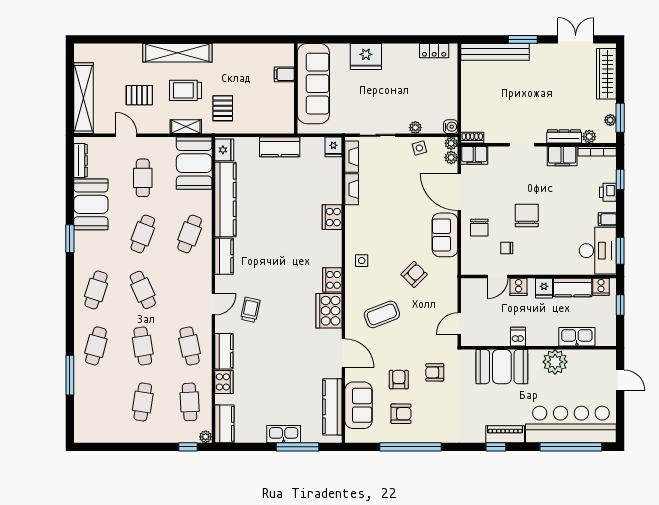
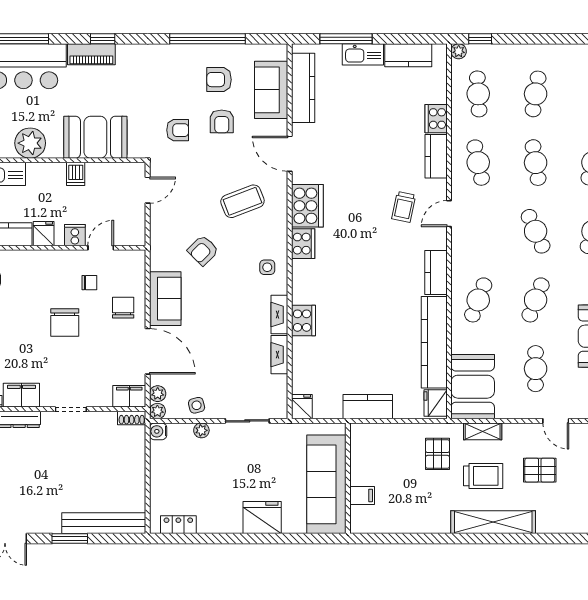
fireplace: (352, 157) -> (279, 315), moved
kitchen counter: (224, 424) -> (408, 55), moved, turned -90

